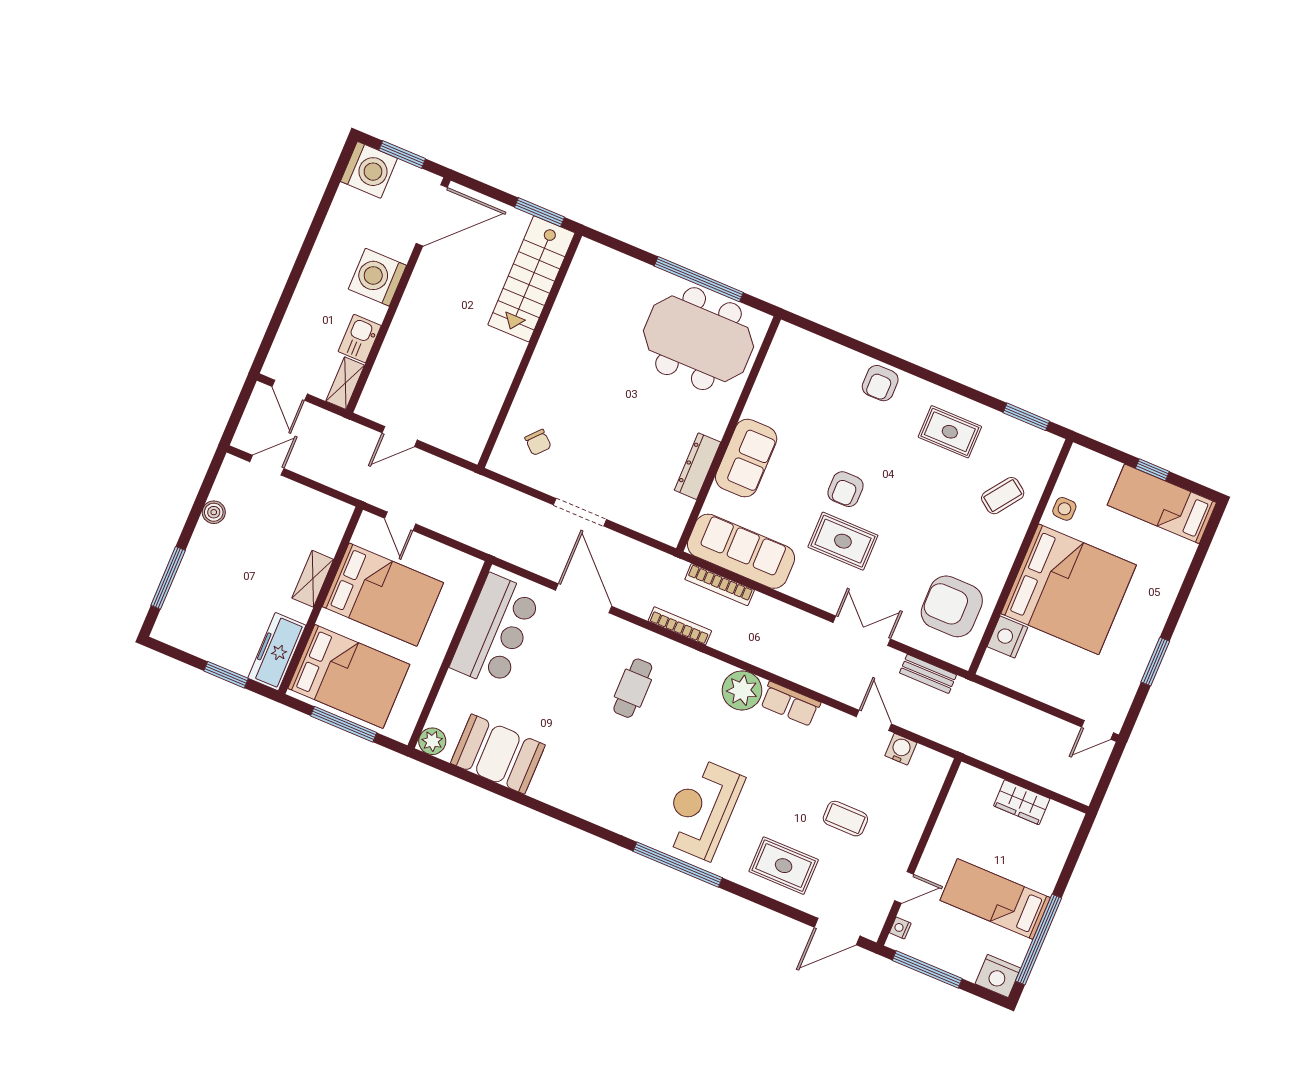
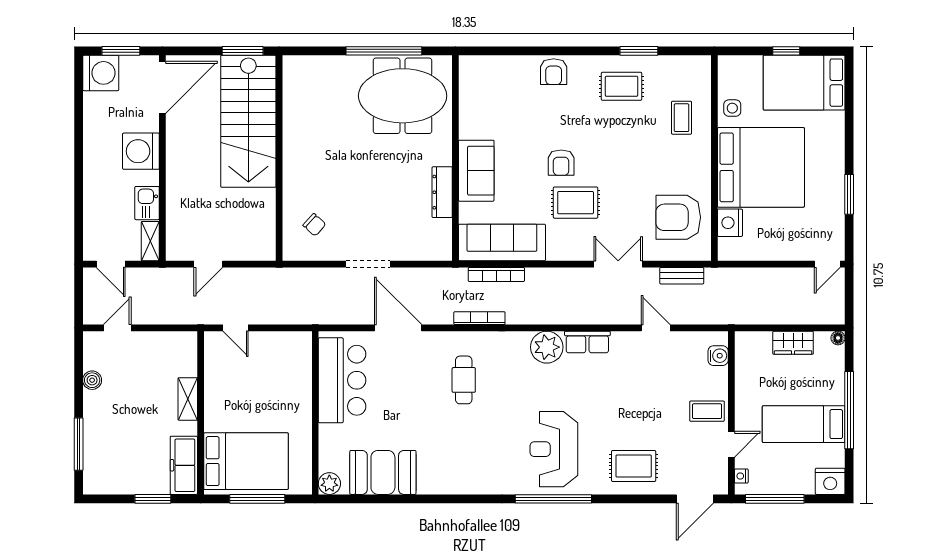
stairs: (531, 279) -> (248, 121), width x1.36, depth x1.51
window: (1026, 417) -> (639, 51), moved
coffee table: (1003, 496) -> (682, 118), turned -36
bed: (1162, 504) -> (804, 83), width x1.50
bed: (383, 595) -> (246, 389), removed
water cooler: (901, 749) -> (718, 356), moved, turned 90
floor lamp: (1075, 818) -> (838, 338), added
coffee table: (845, 819) -> (707, 411), moved
window: (1038, 940) -> (849, 410), moved

